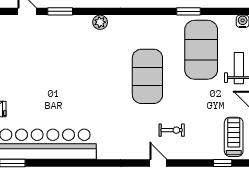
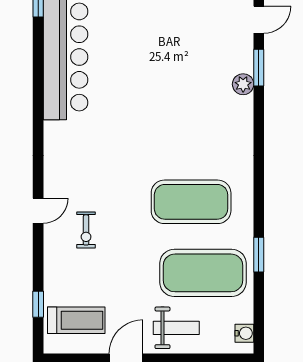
plant: (100, 22) -> (243, 84), moved
exercise mat: (147, 76) -> (191, 202), moved

